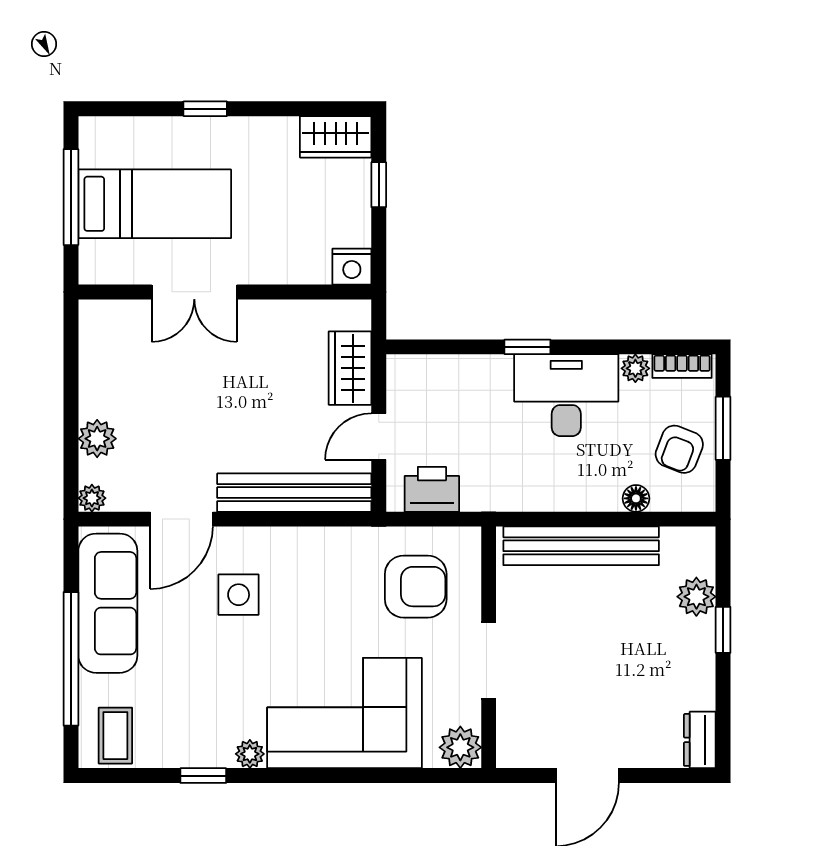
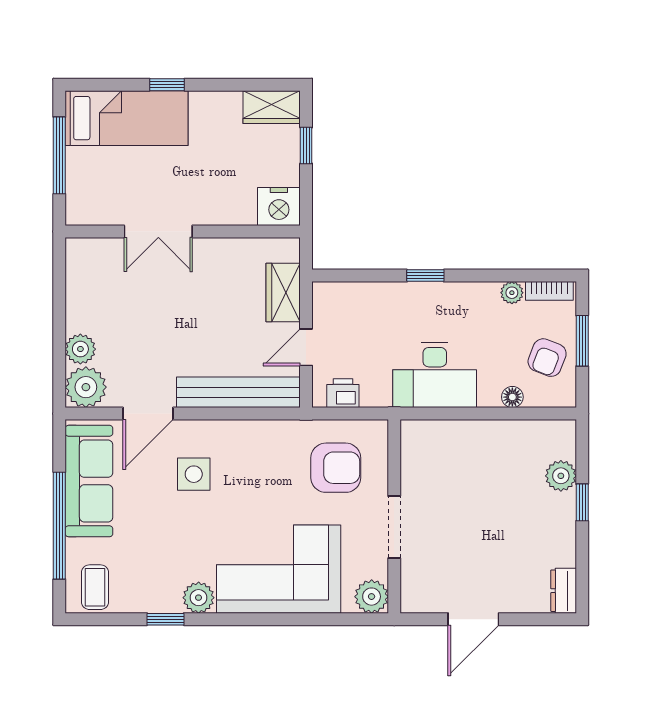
bed: (155, 204) -> (127, 118), moved
nightstand: (352, 267) -> (279, 207), width x1.36, depth x1.33
desk: (566, 395) -> (435, 375), moved, turned 180
printer: (432, 489) -> (343, 393), width x0.73, depth x0.81
plant: (92, 498) -> (86, 387), width x1.88, depth x1.88
bench: (581, 546) -> (468, 435), removed
plant: (250, 754) -> (199, 598), width x1.38, depth x1.38

